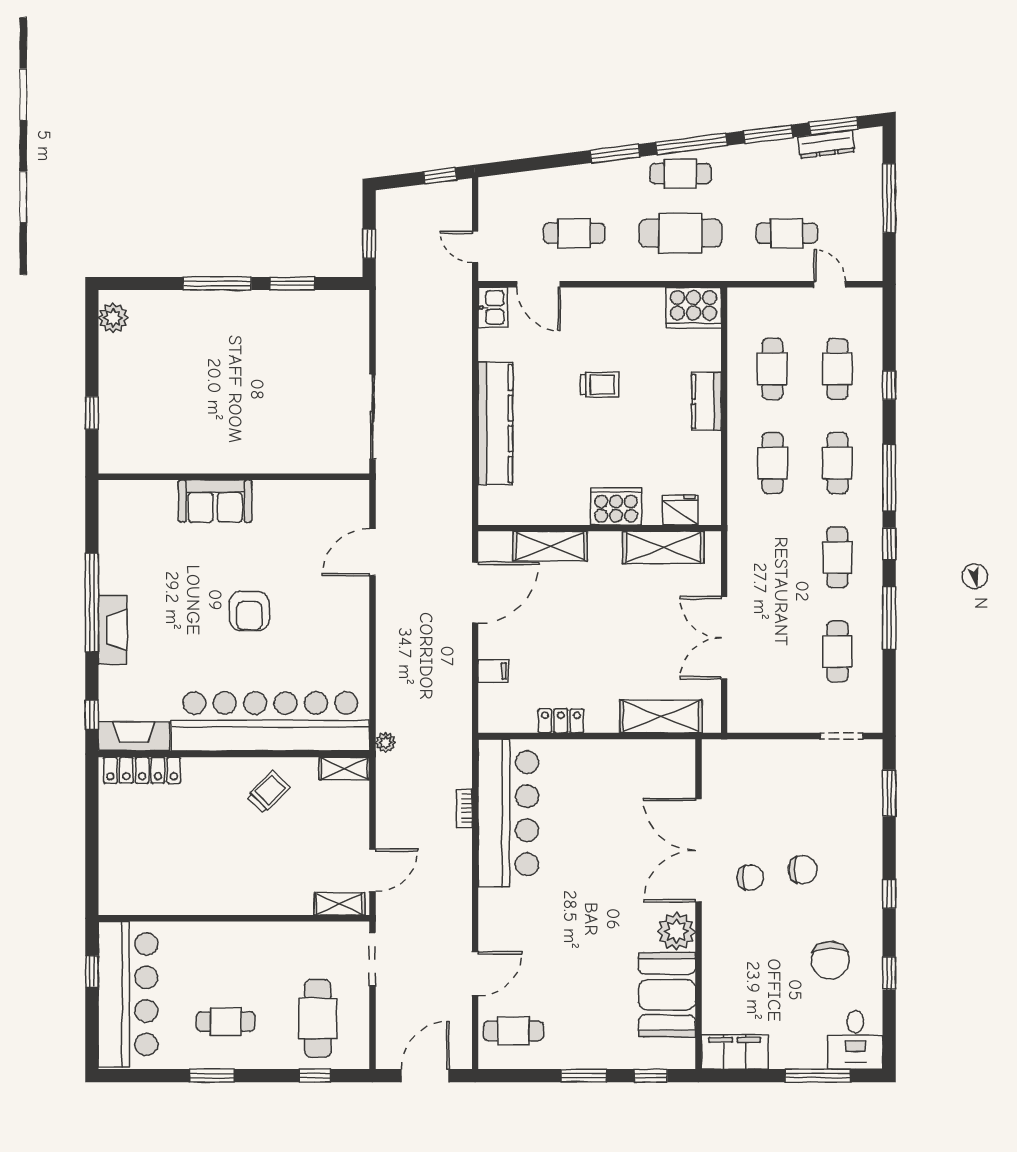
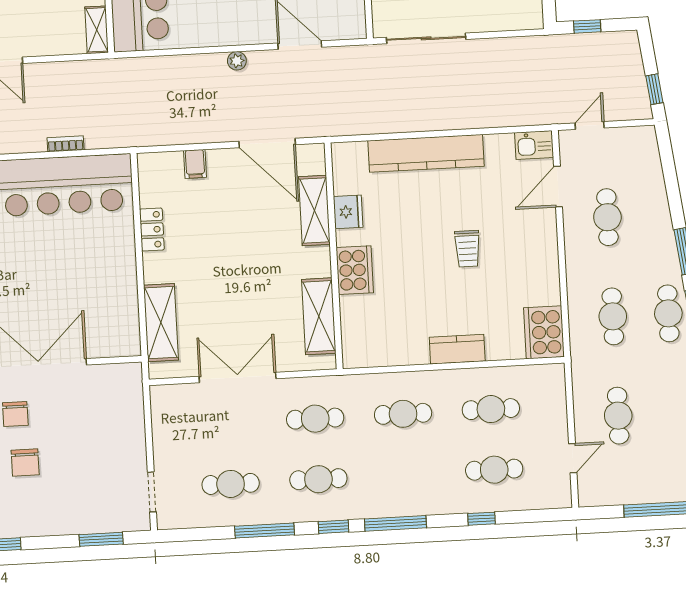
cafe table: (680, 233) -> (613, 316), width x0.73, depth x0.74
cafe table: (837, 463) -> (315, 419), moved
fridge: (680, 510) -> (348, 212), moved
plant: (386, 743) -> (237, 61), moved

